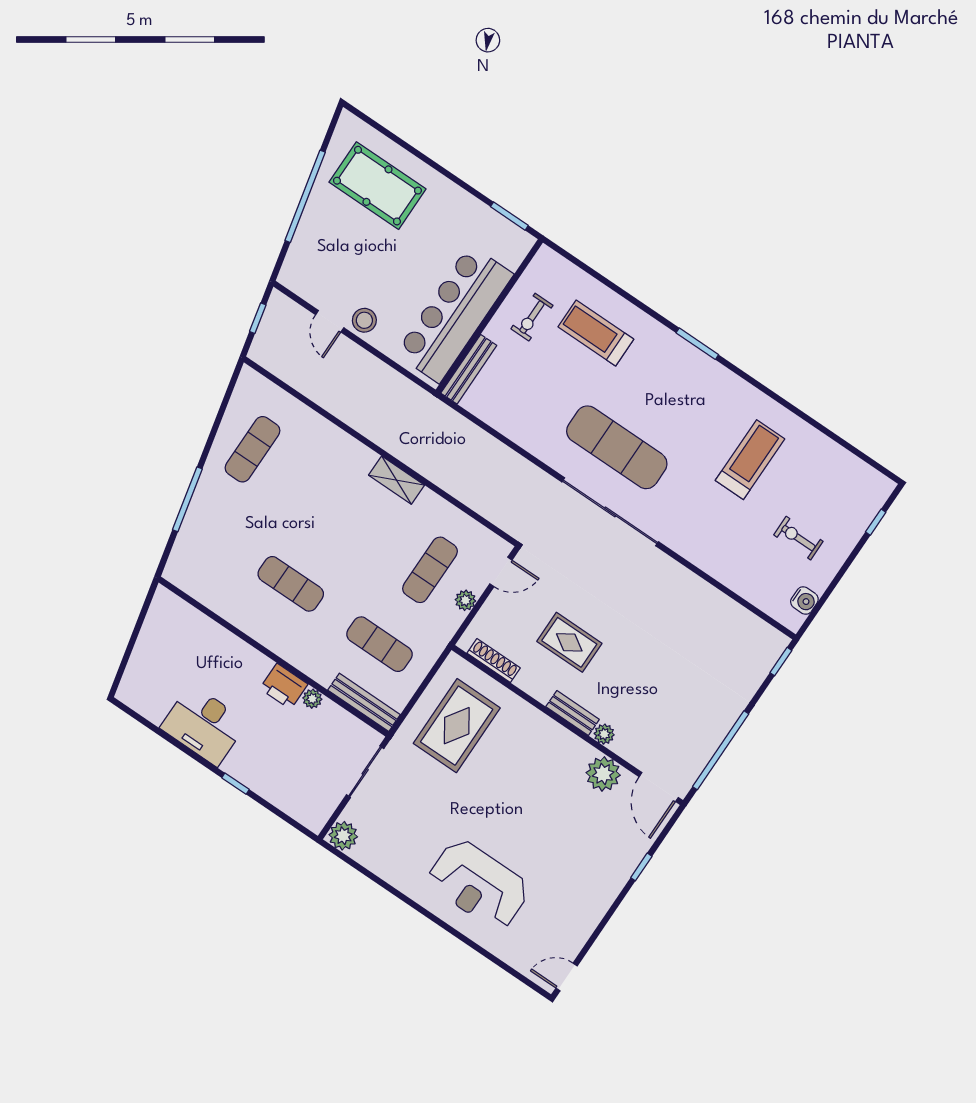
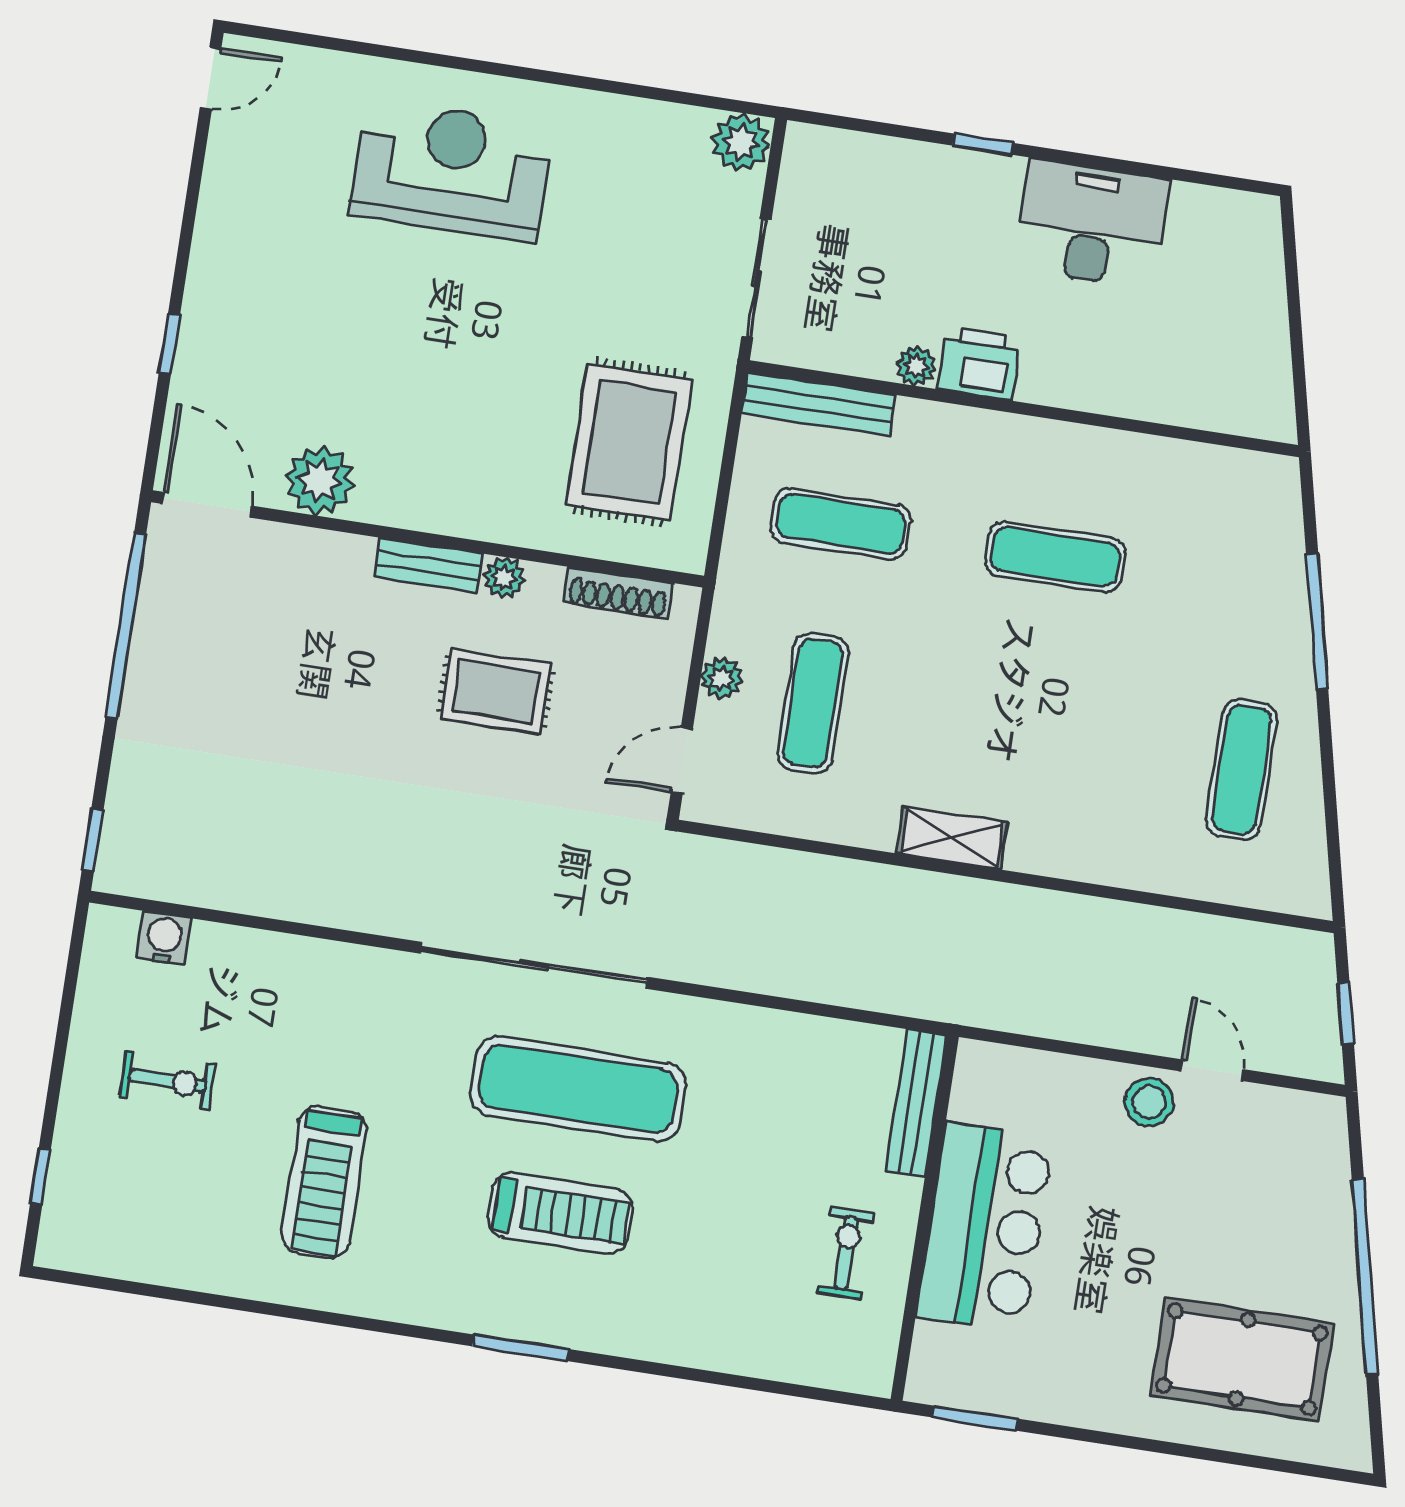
bar counter: (454, 314) -> (985, 1227), width x0.73
treadmill: (596, 333) -> (560, 1213), moved
water cooler: (804, 601) -> (164, 938), moved, turned 90
plant: (604, 734) -> (504, 578), moved

